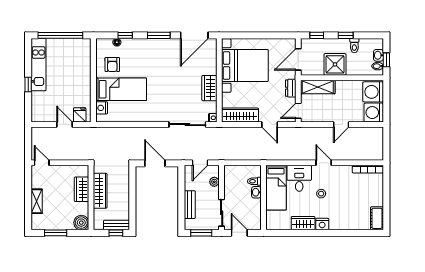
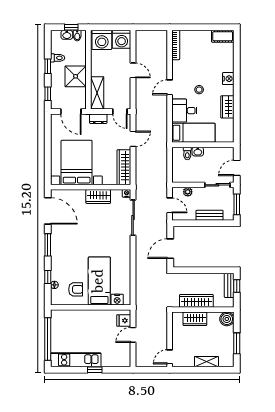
nightstand: (322, 224) -> (228, 79), moved

